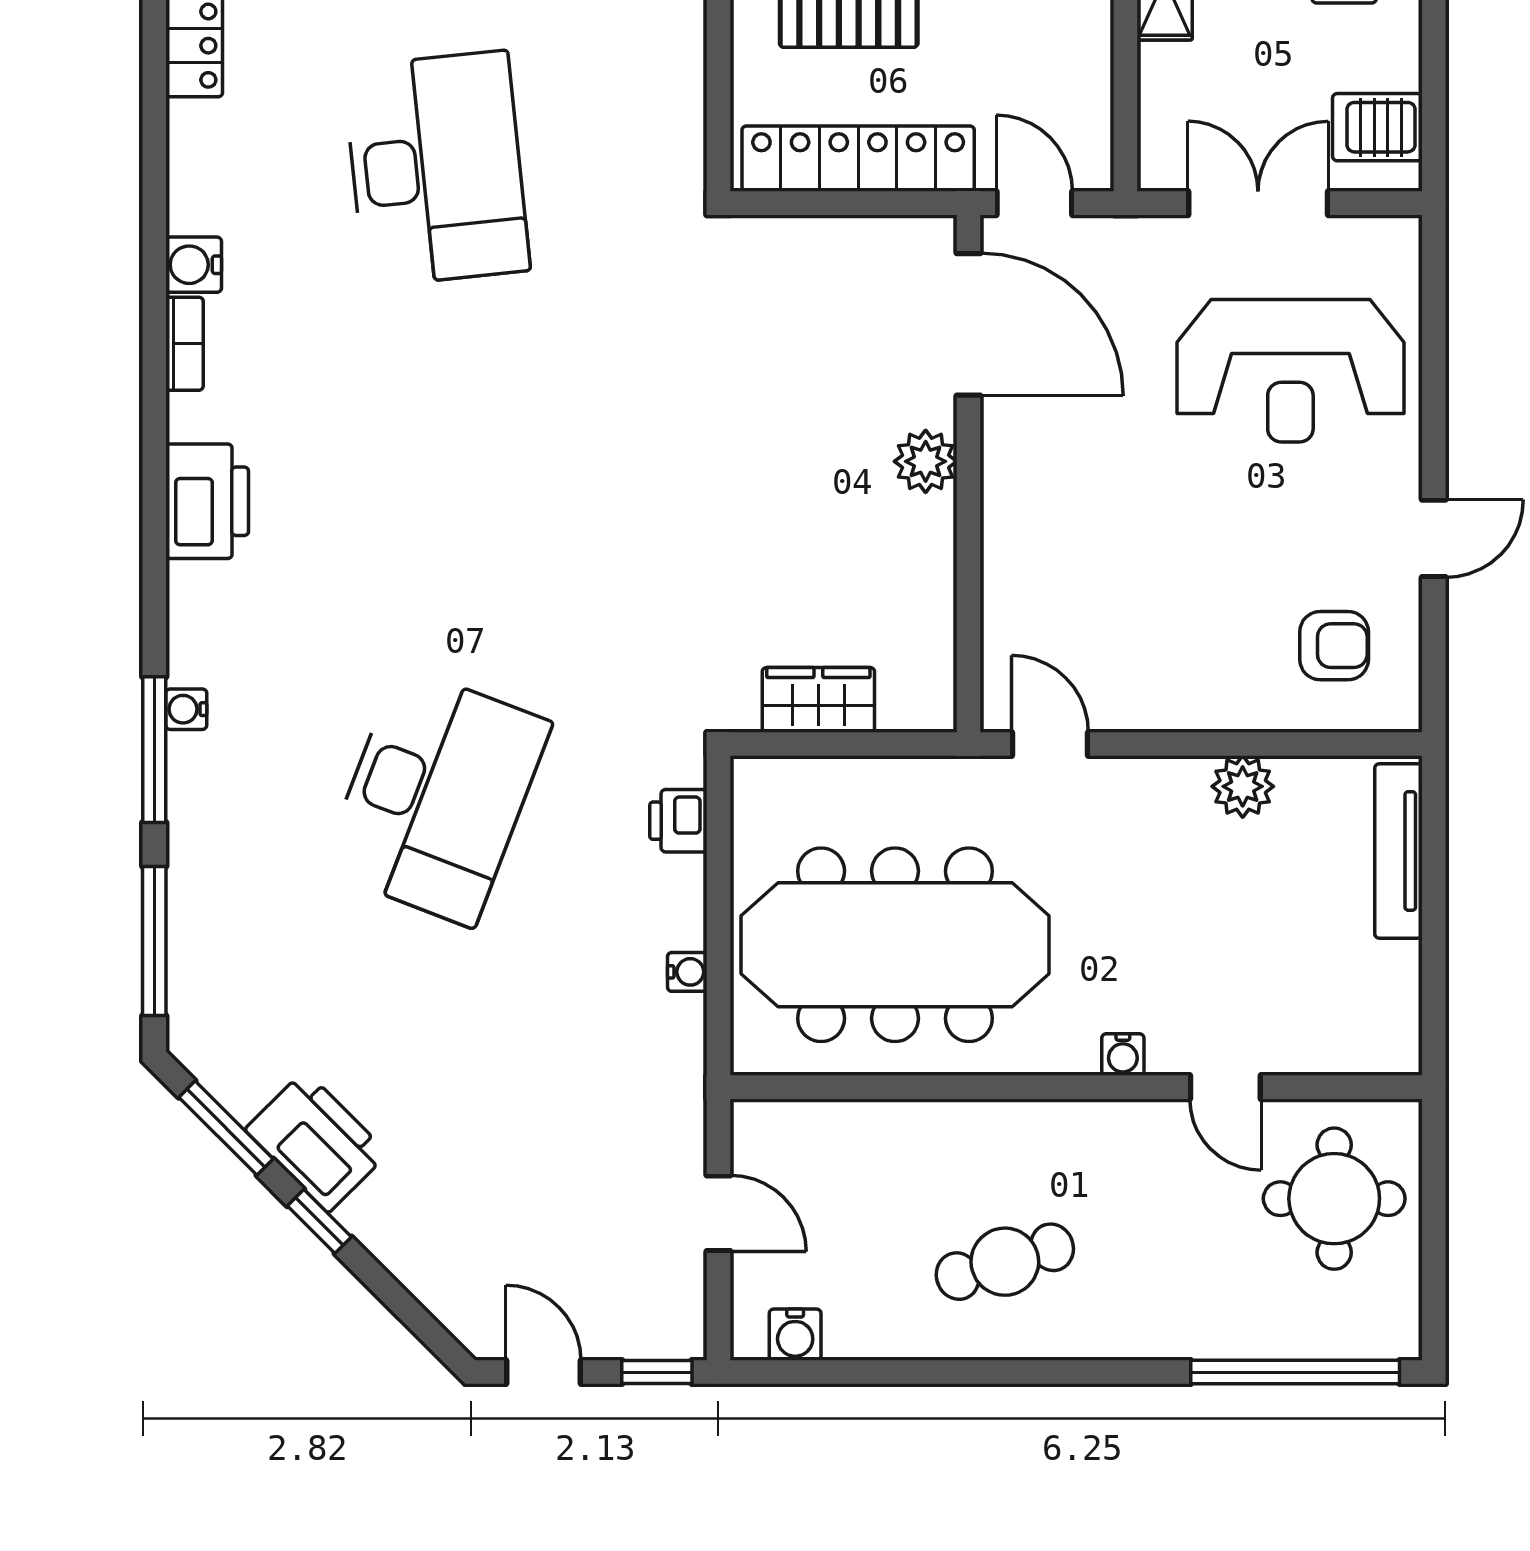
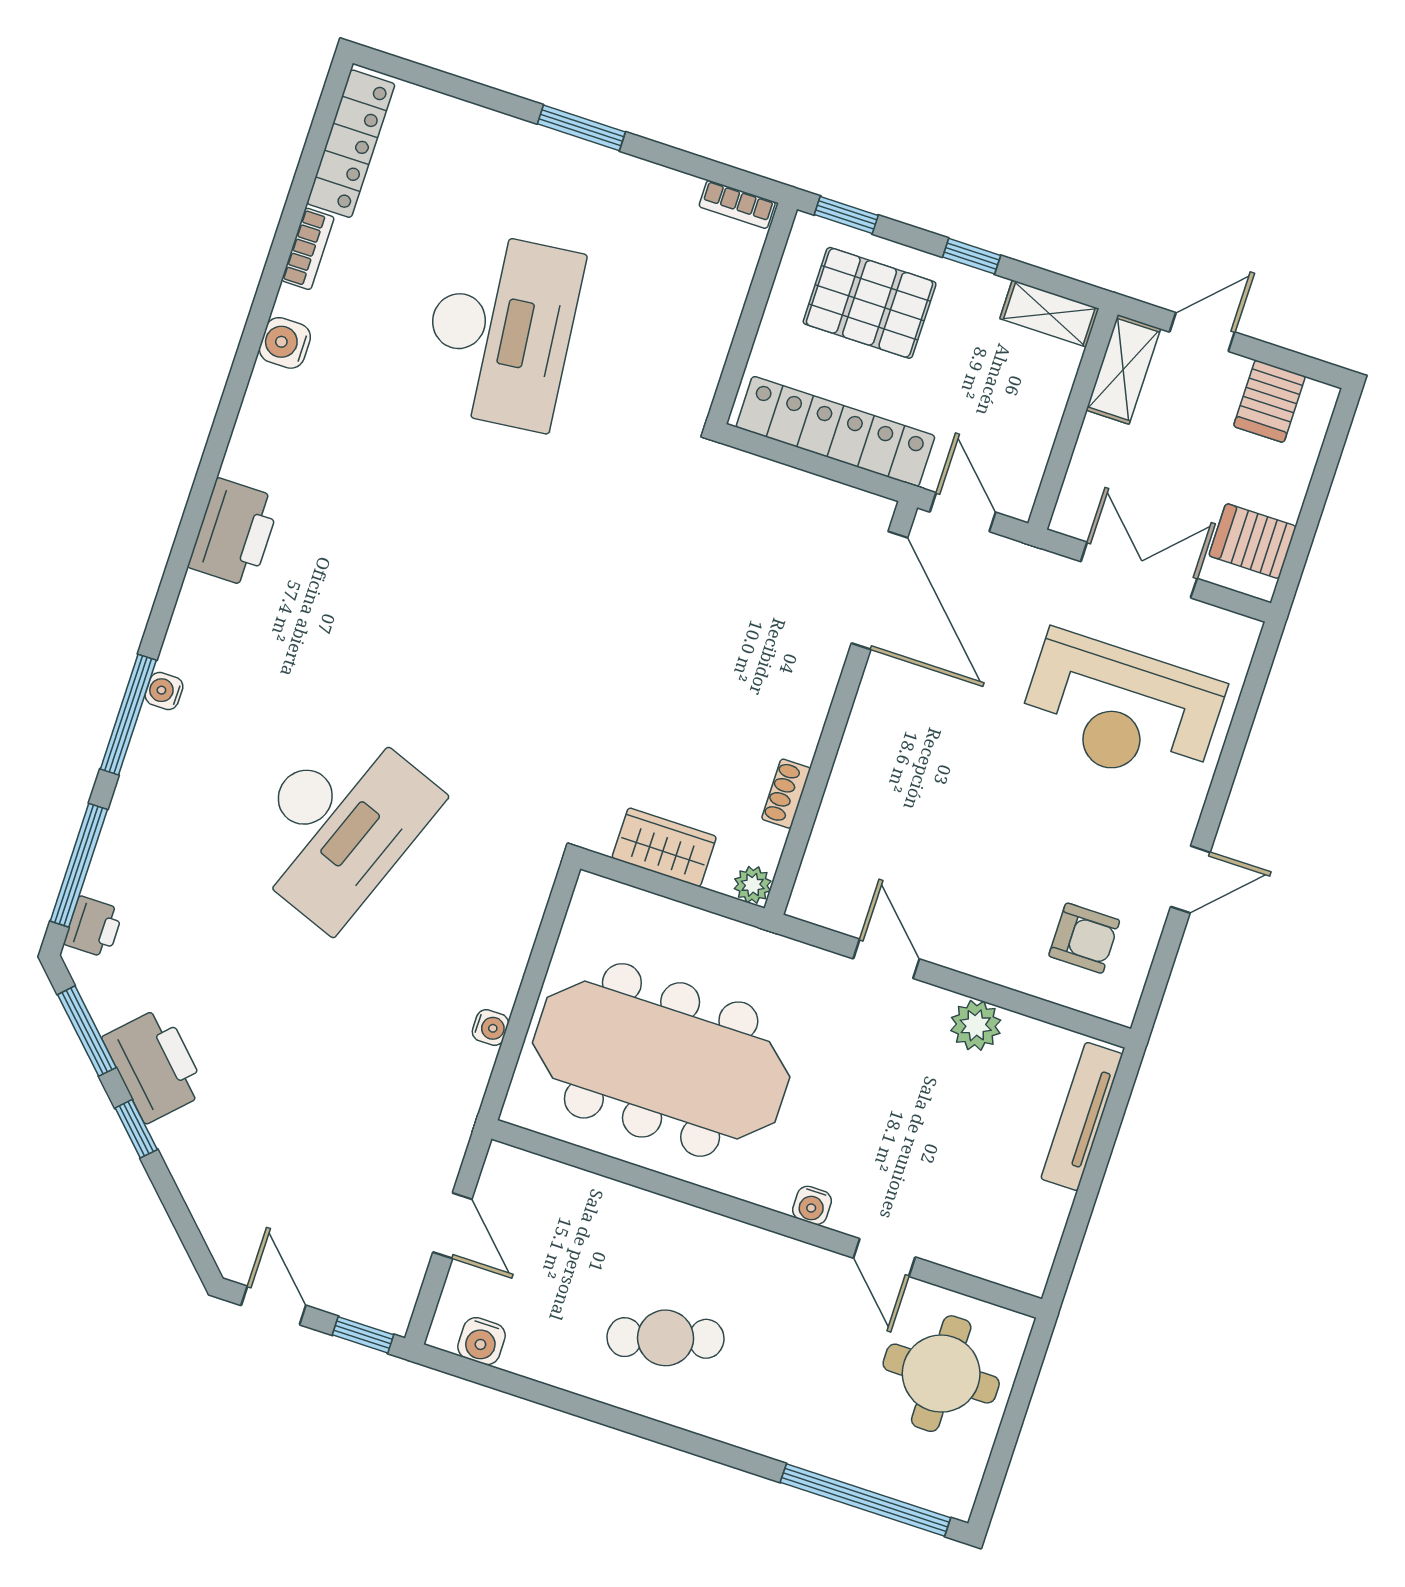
bookcase: (185, 344) -> (308, 249), moved
plant: (926, 461) -> (753, 885), moved, width x0.73, depth x0.73
shoe rack: (938, 592) -> (786, 794), added
door: (1050, 744) -> (886, 959), moved
printer: (678, 821) -> (93, 927), moved, turned 180

